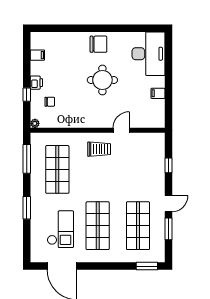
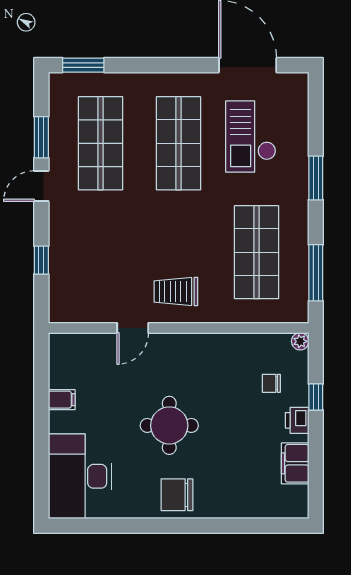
filing cabinet: (37, 55) -> (295, 463), width x2.00

